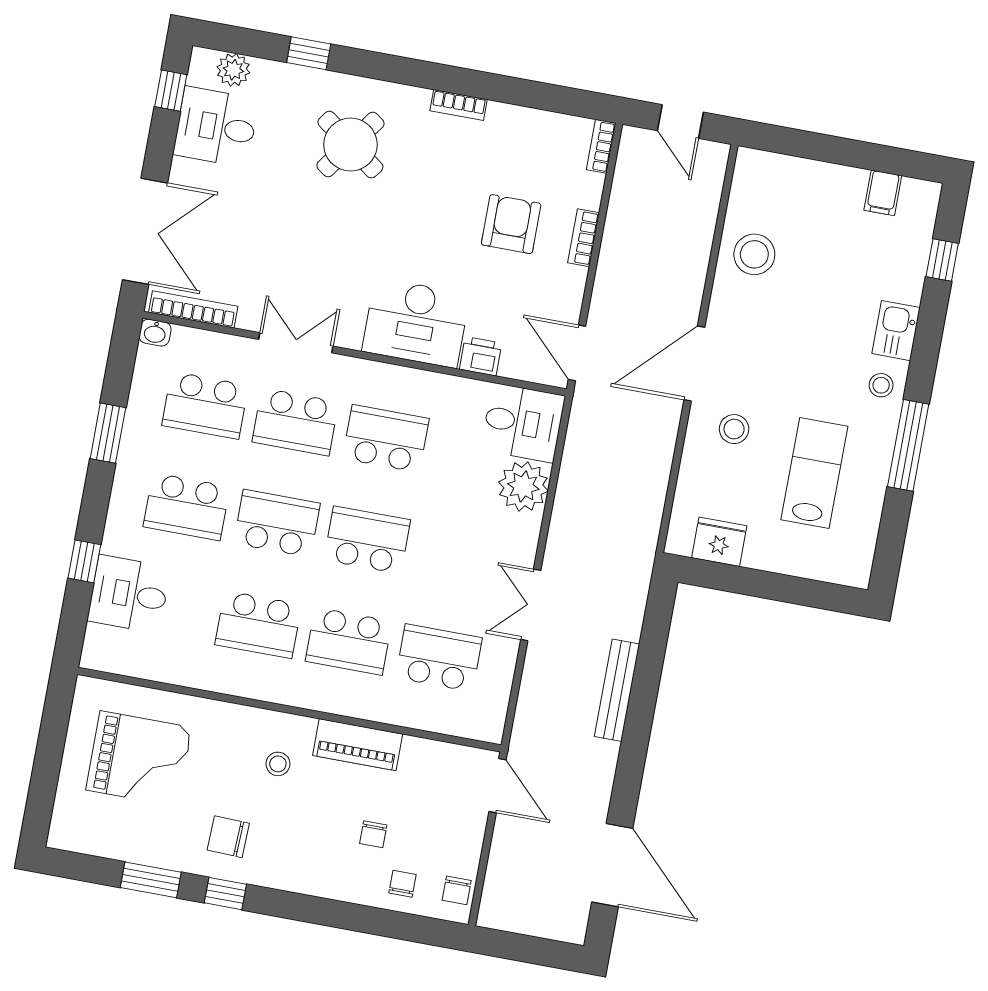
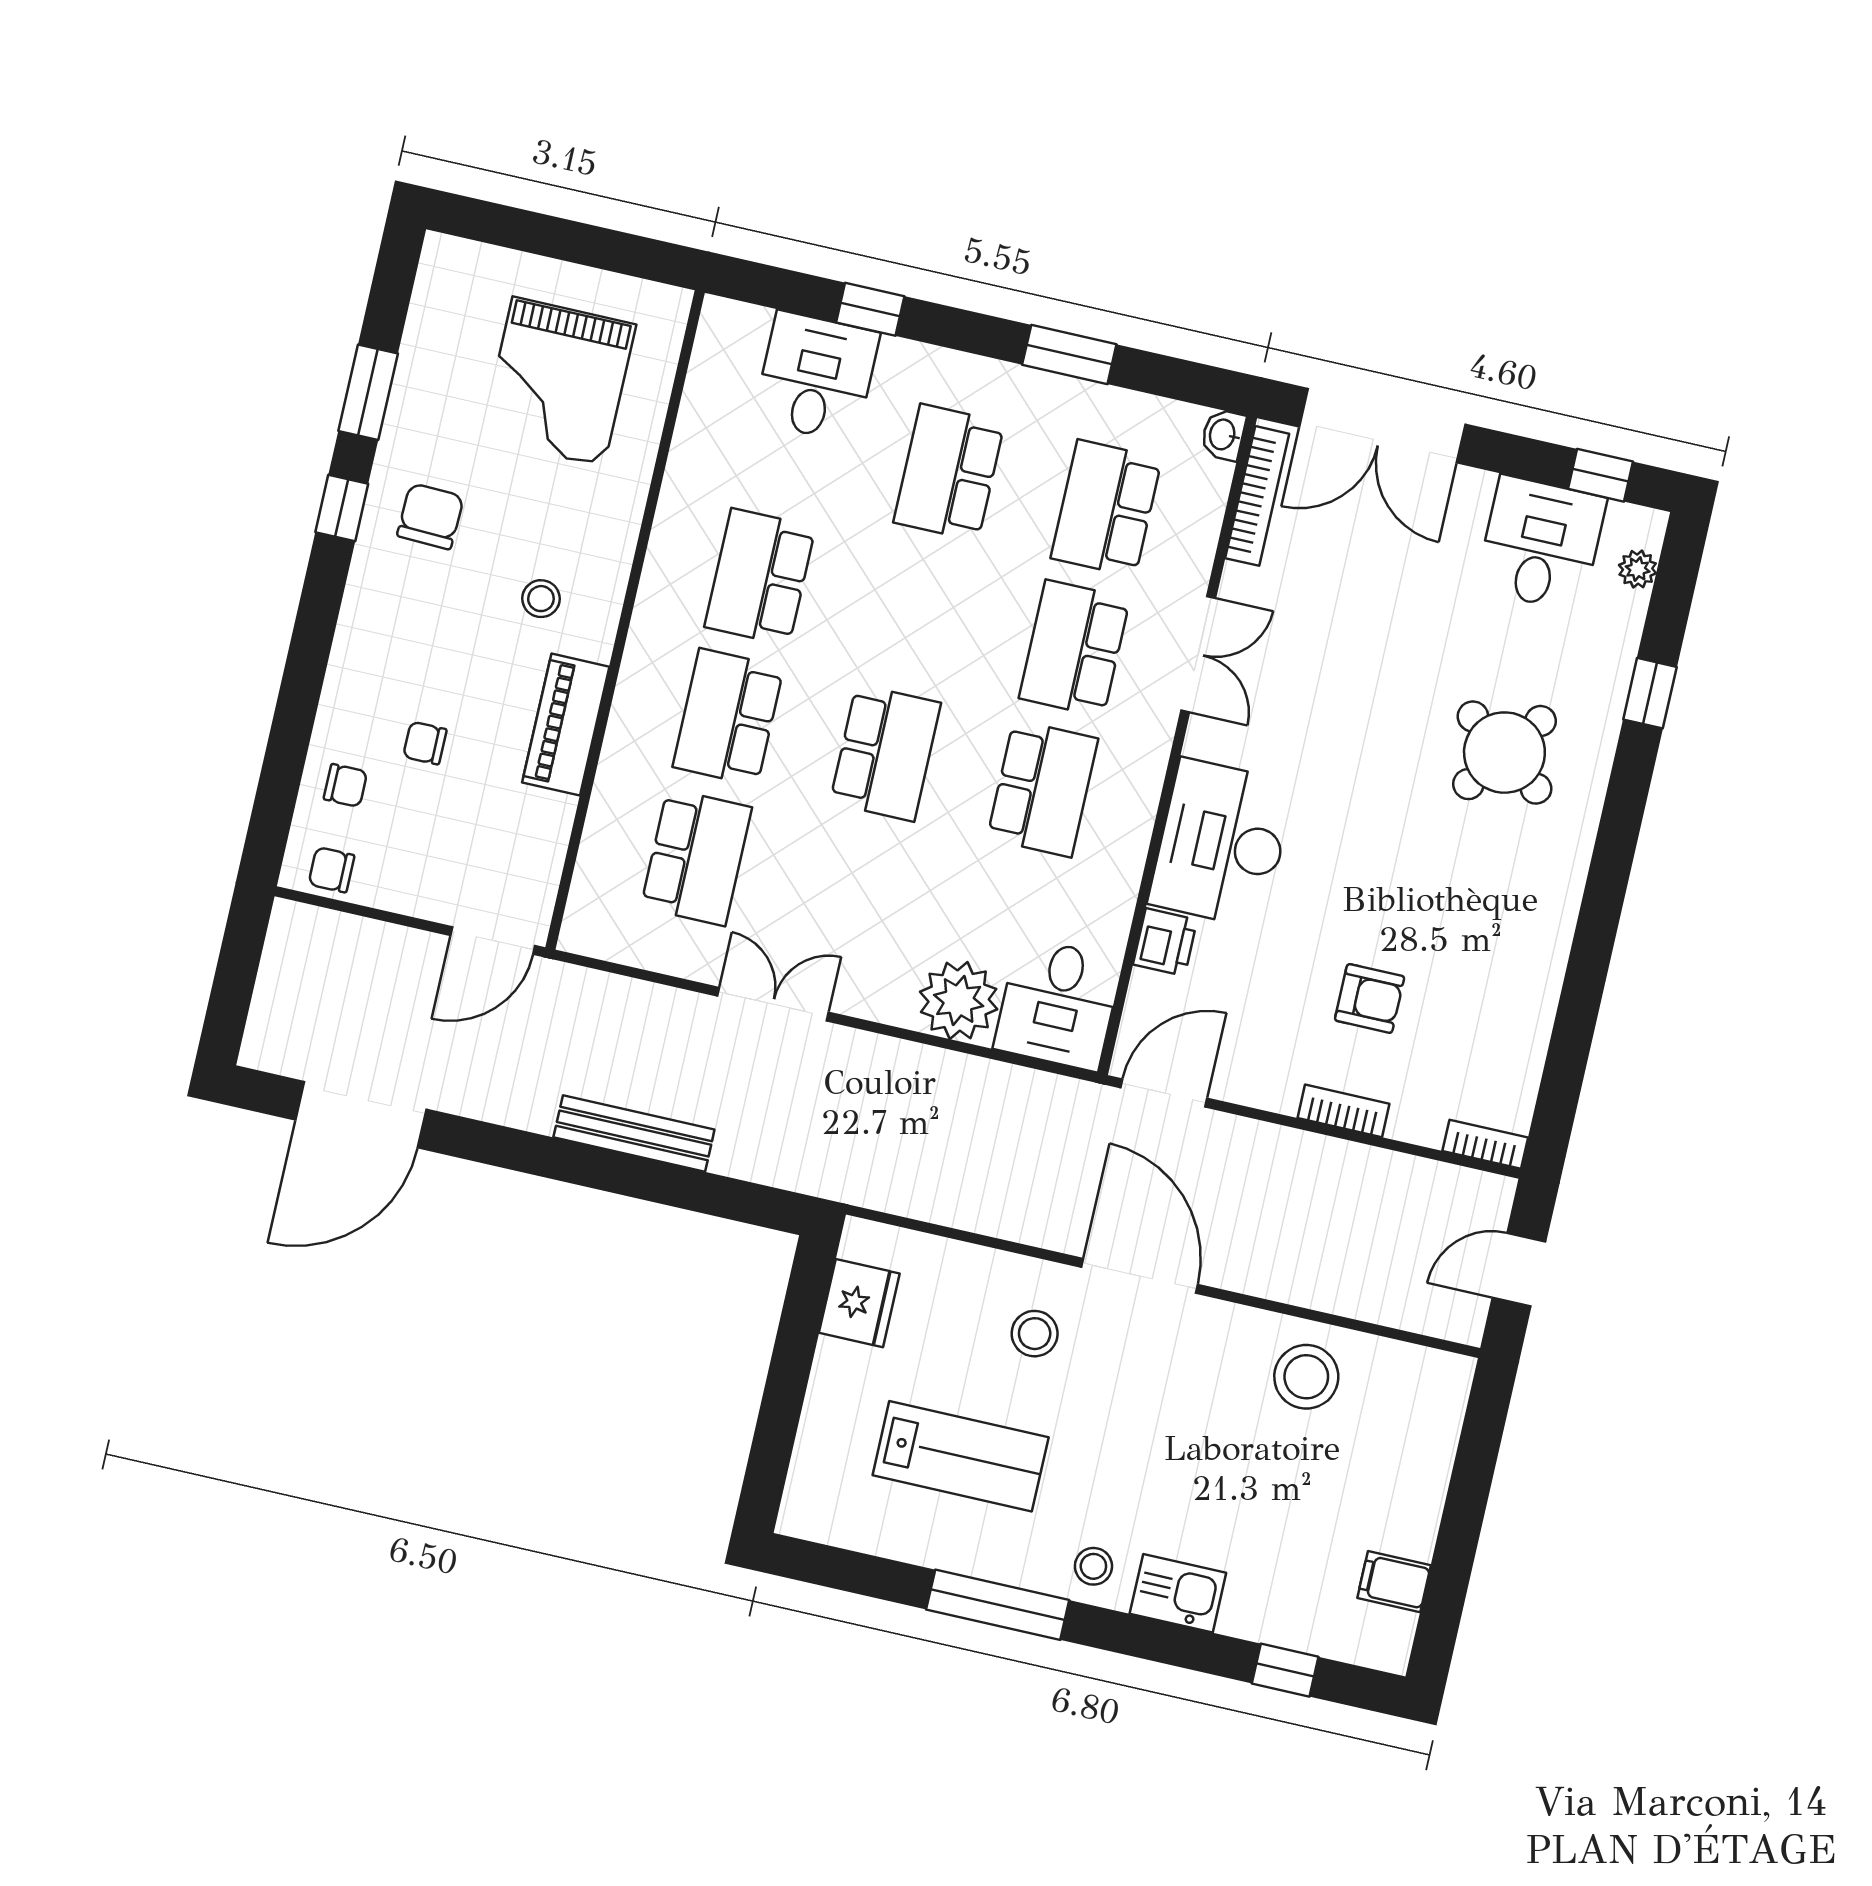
plant: (233, 70) -> (1638, 569), width x0.73, depth x0.73
bookcase: (459, 105) -> (1559, 924), removed
armchair: (511, 224) -> (1370, 998), width x0.72, depth x0.72
school desk: (277, 523) -> (917, 613), removed

